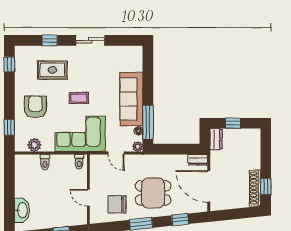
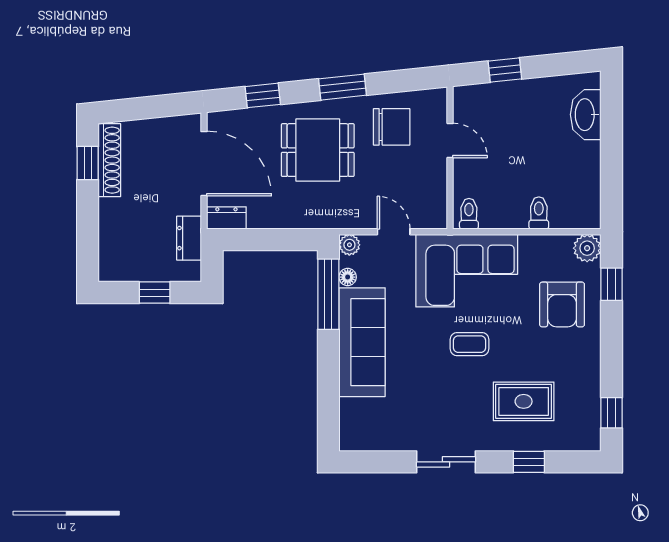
armchair: (35, 107) -> (562, 304), moved
dresser: (216, 139) -> (189, 238), moved
plant: (34, 145) -> (587, 248), moved

